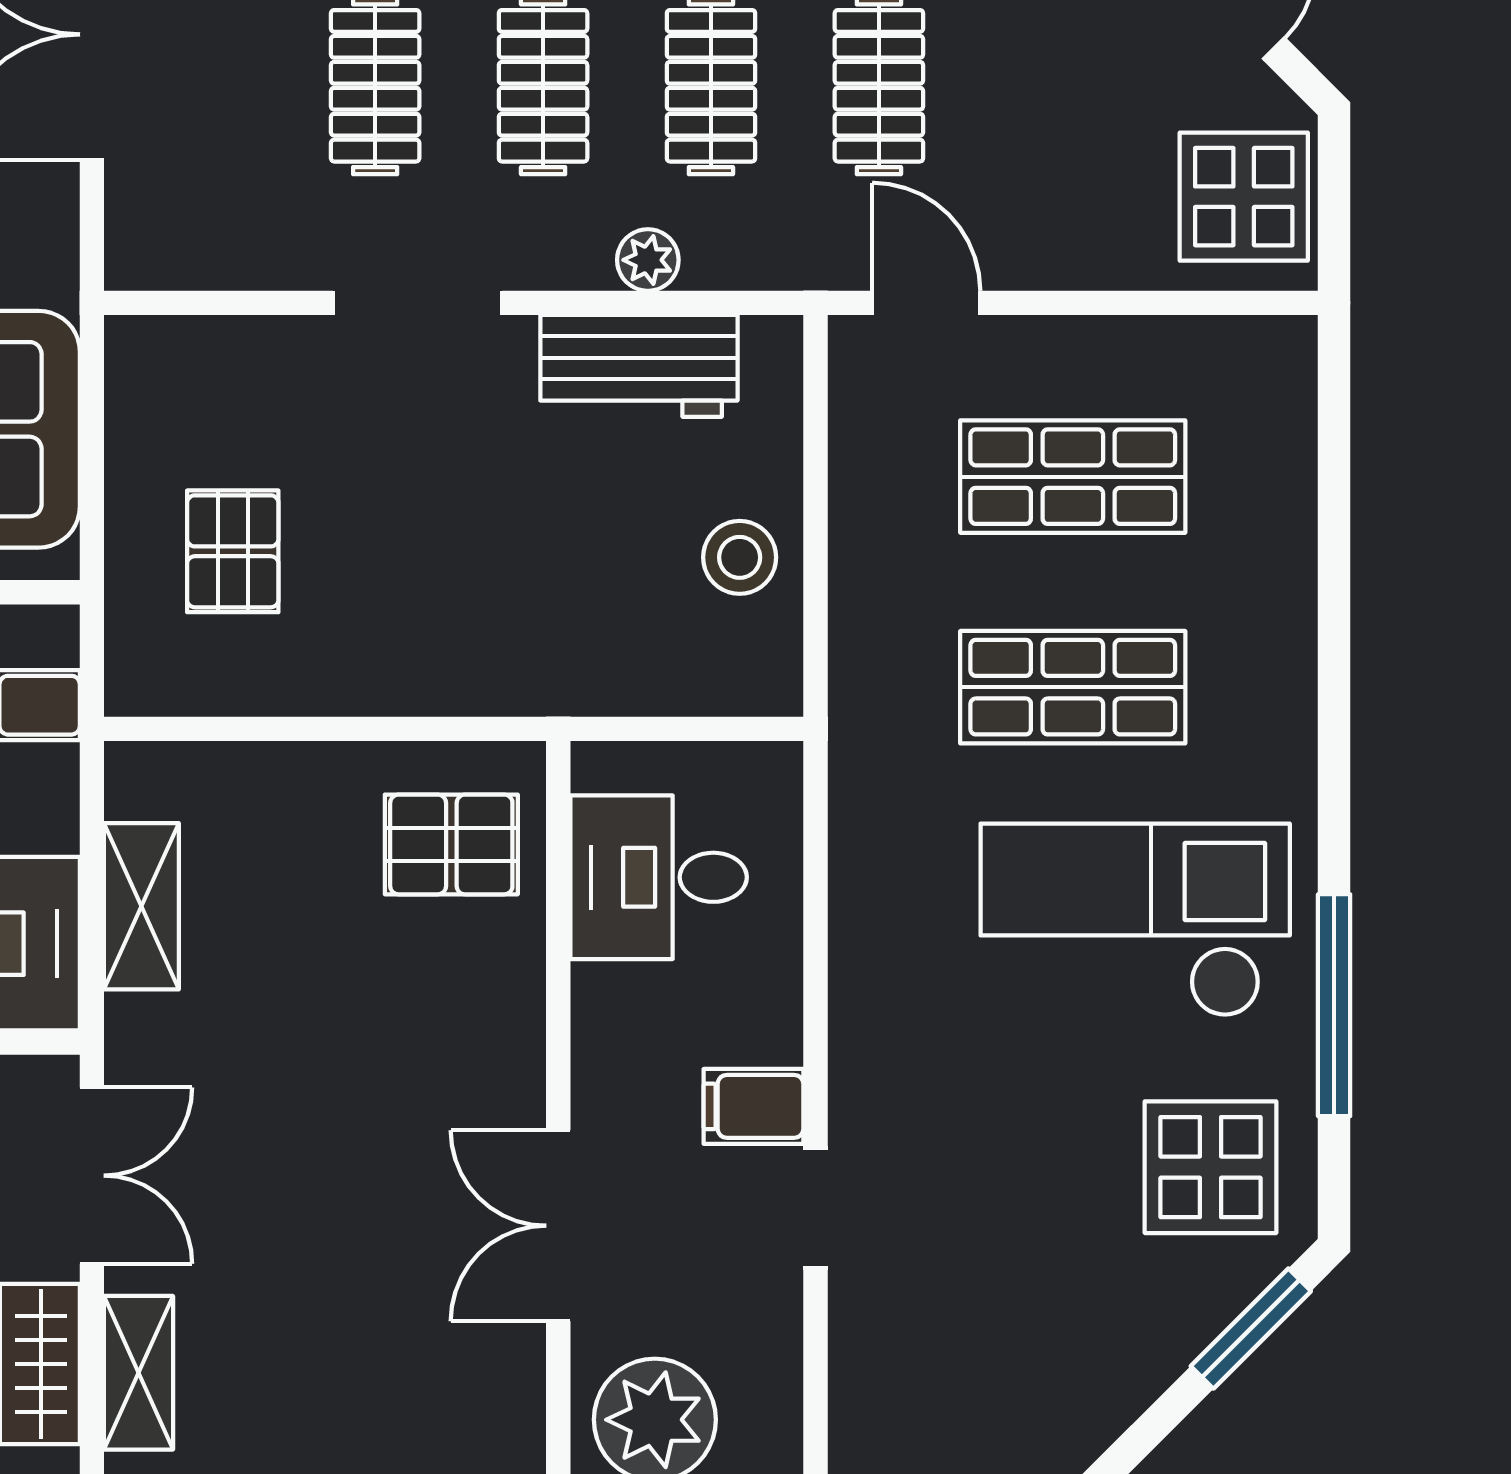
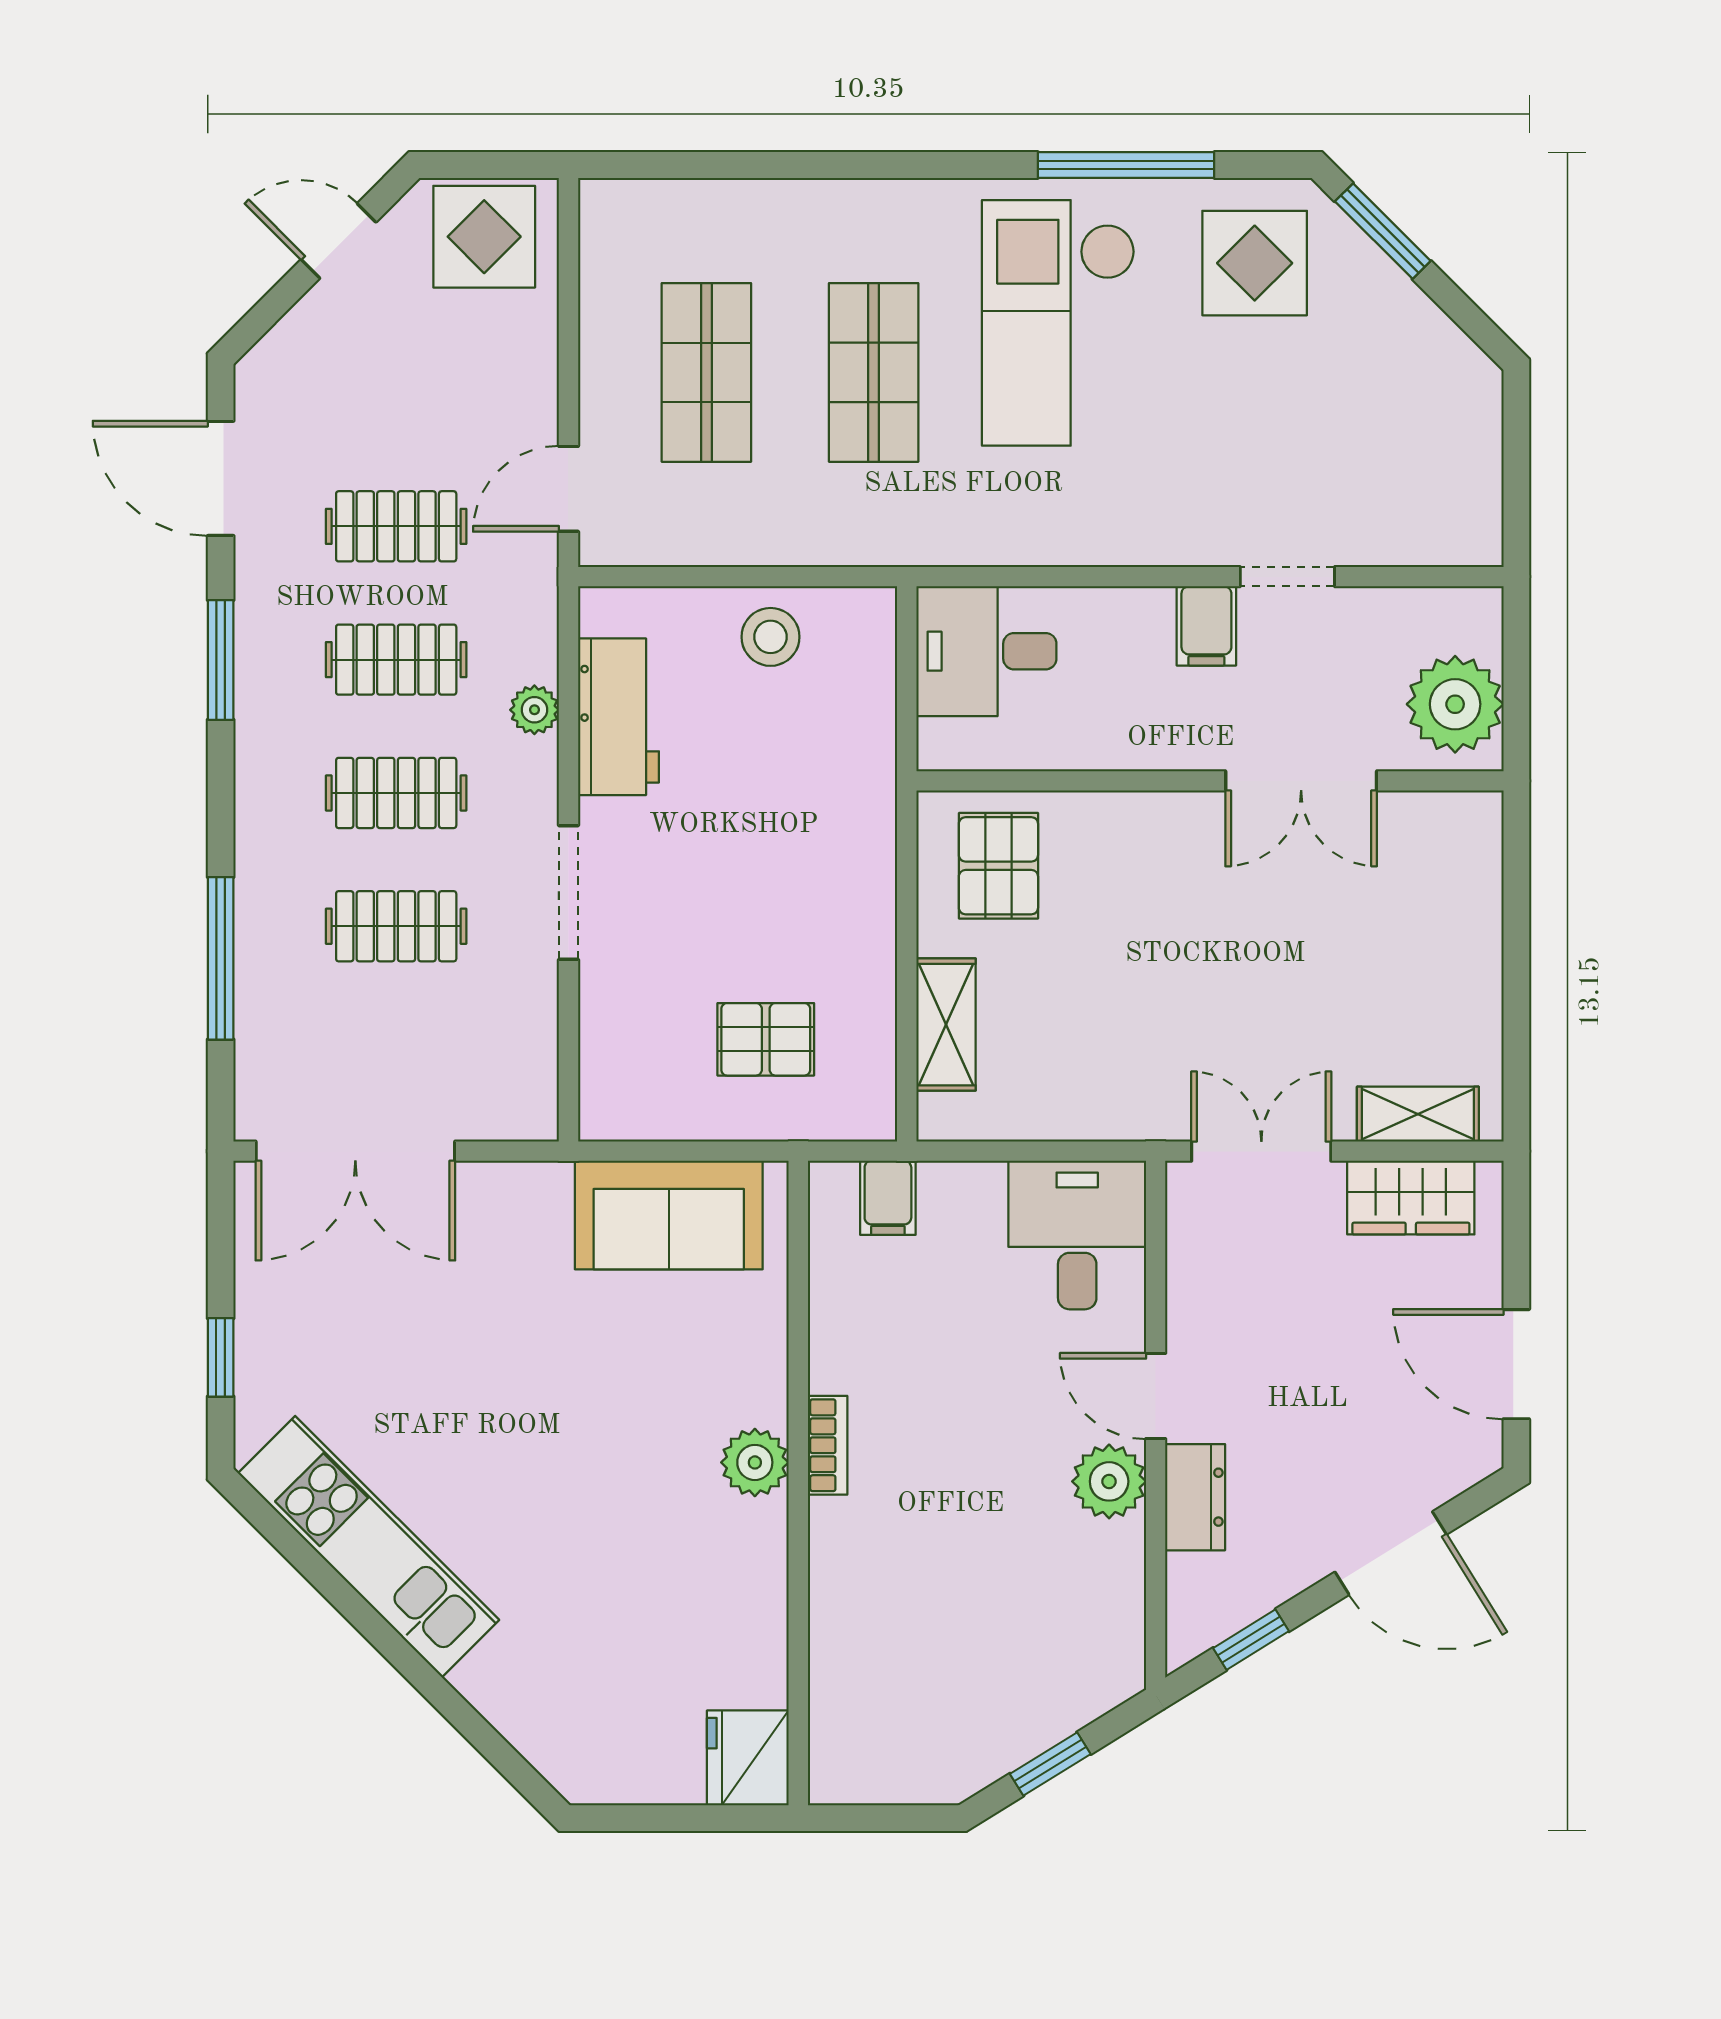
desk: (659, 877) -> (986, 651), moved, turned 90
shelving: (141, 906) -> (946, 1025), moved, turned 90

